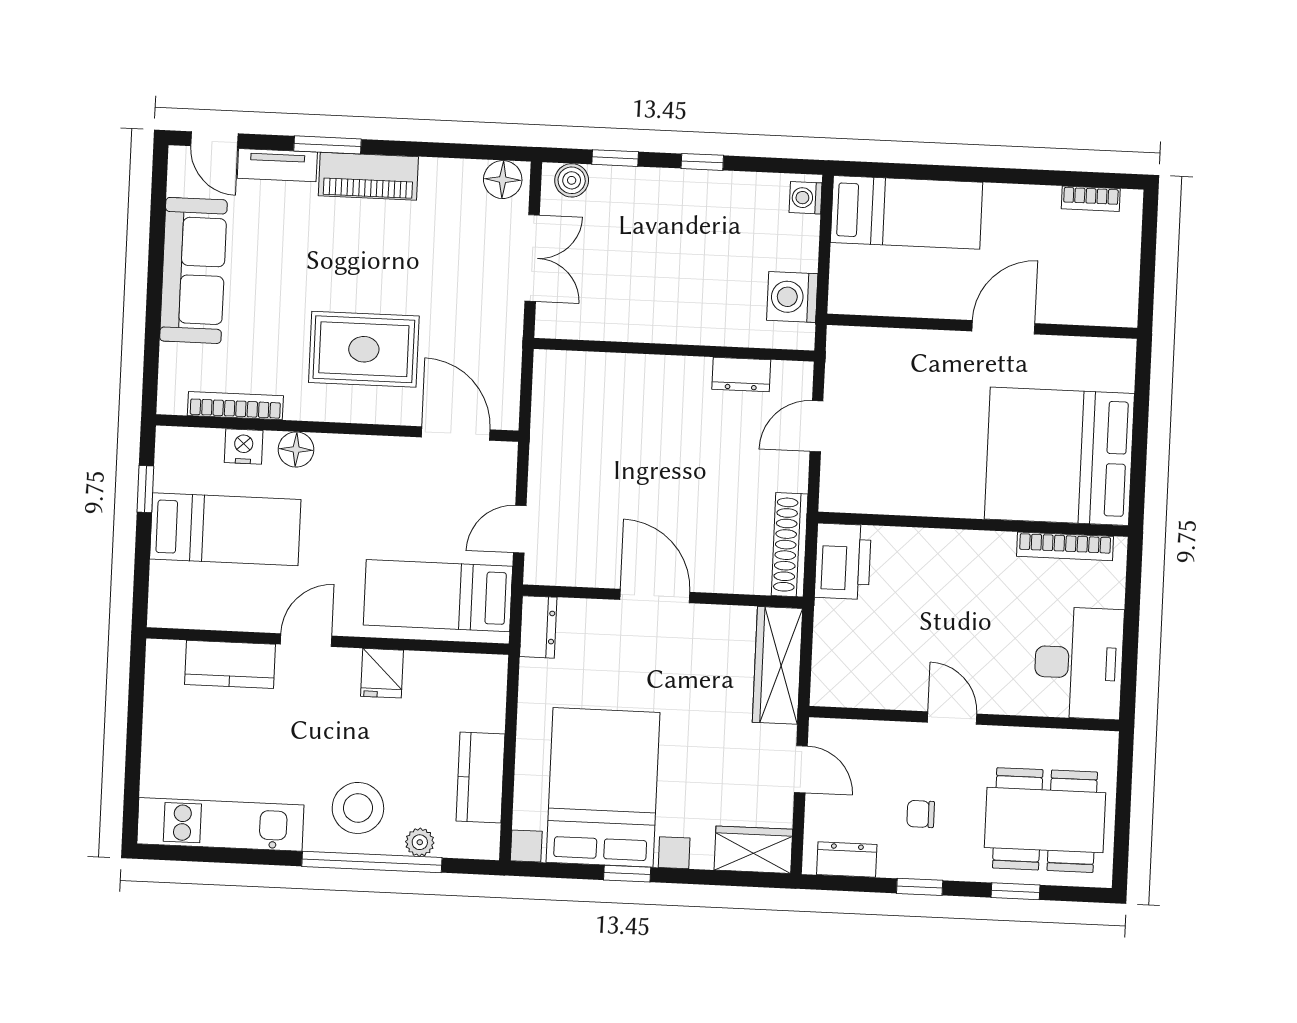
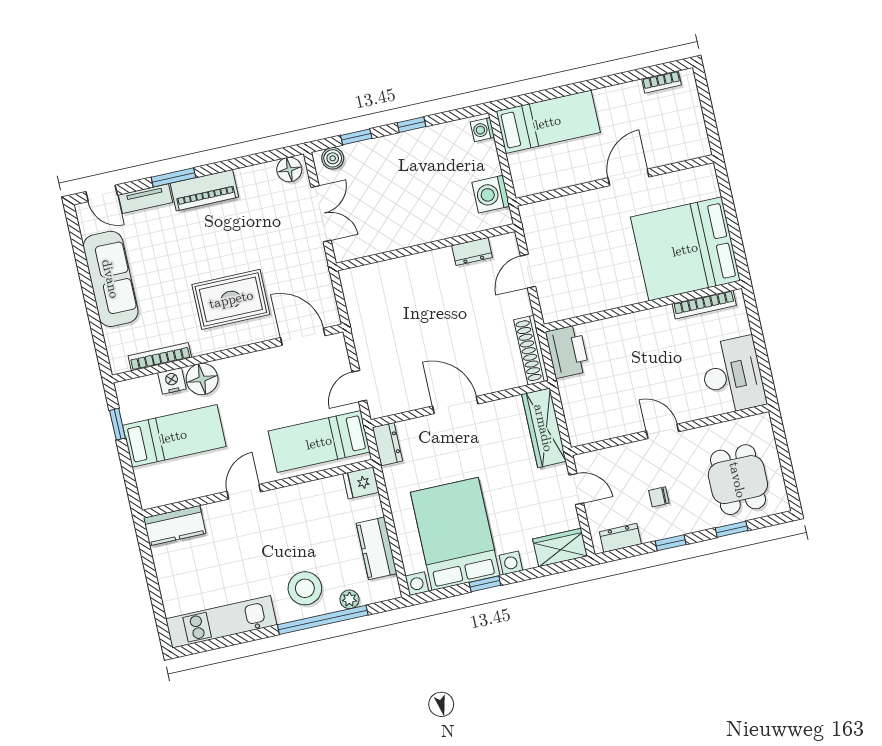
floor lamp: (296, 449) -> (202, 379), width x1.38, depth x1.38
kitchen counter: (230, 664) -> (175, 526), moved
fridge: (382, 673) -> (361, 483), moved, turned 90
dining table: (1045, 820) -> (738, 480), width x0.73

